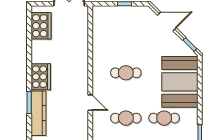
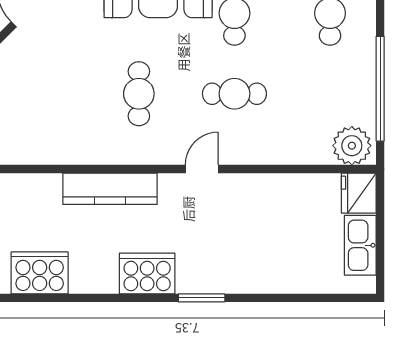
kitchen counter: (38, 113) -> (110, 189), moved, turned 180
cafe table: (126, 118) -> (234, 94), turned 90

